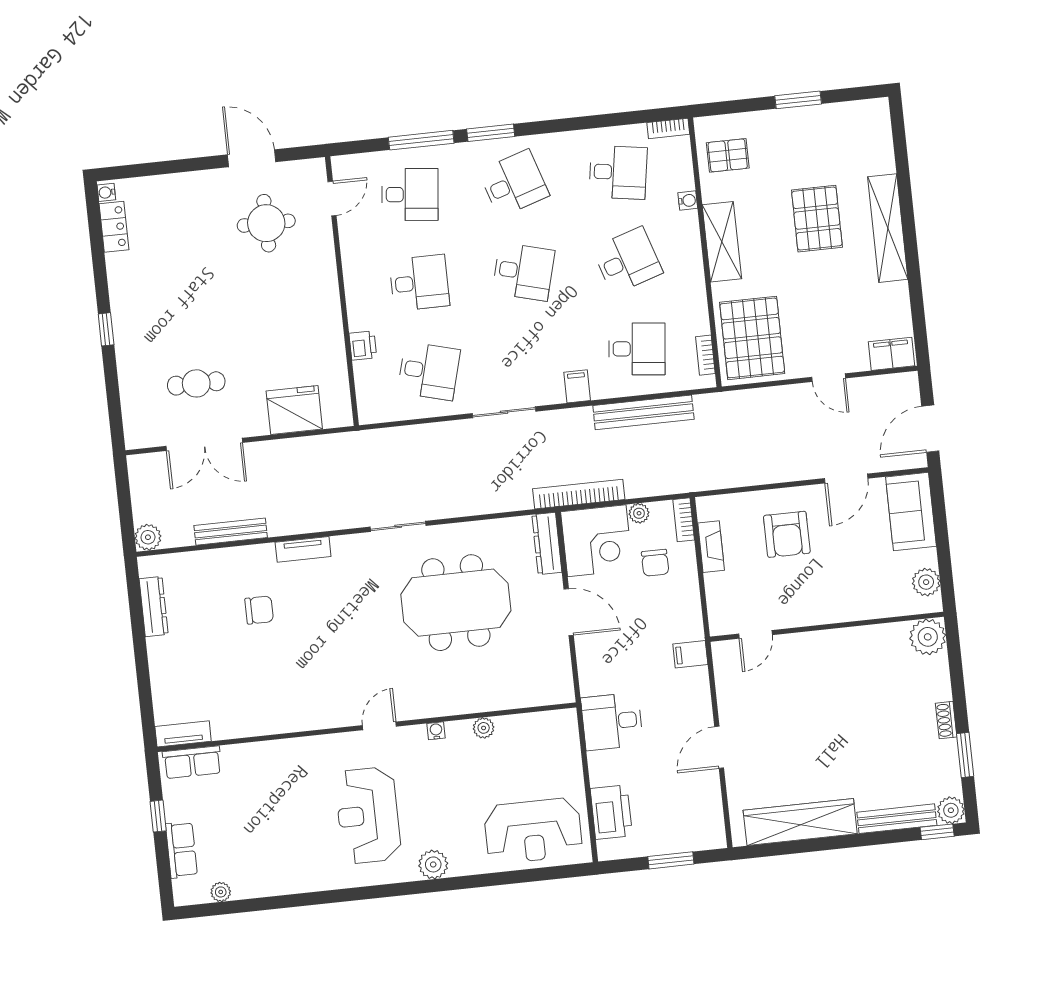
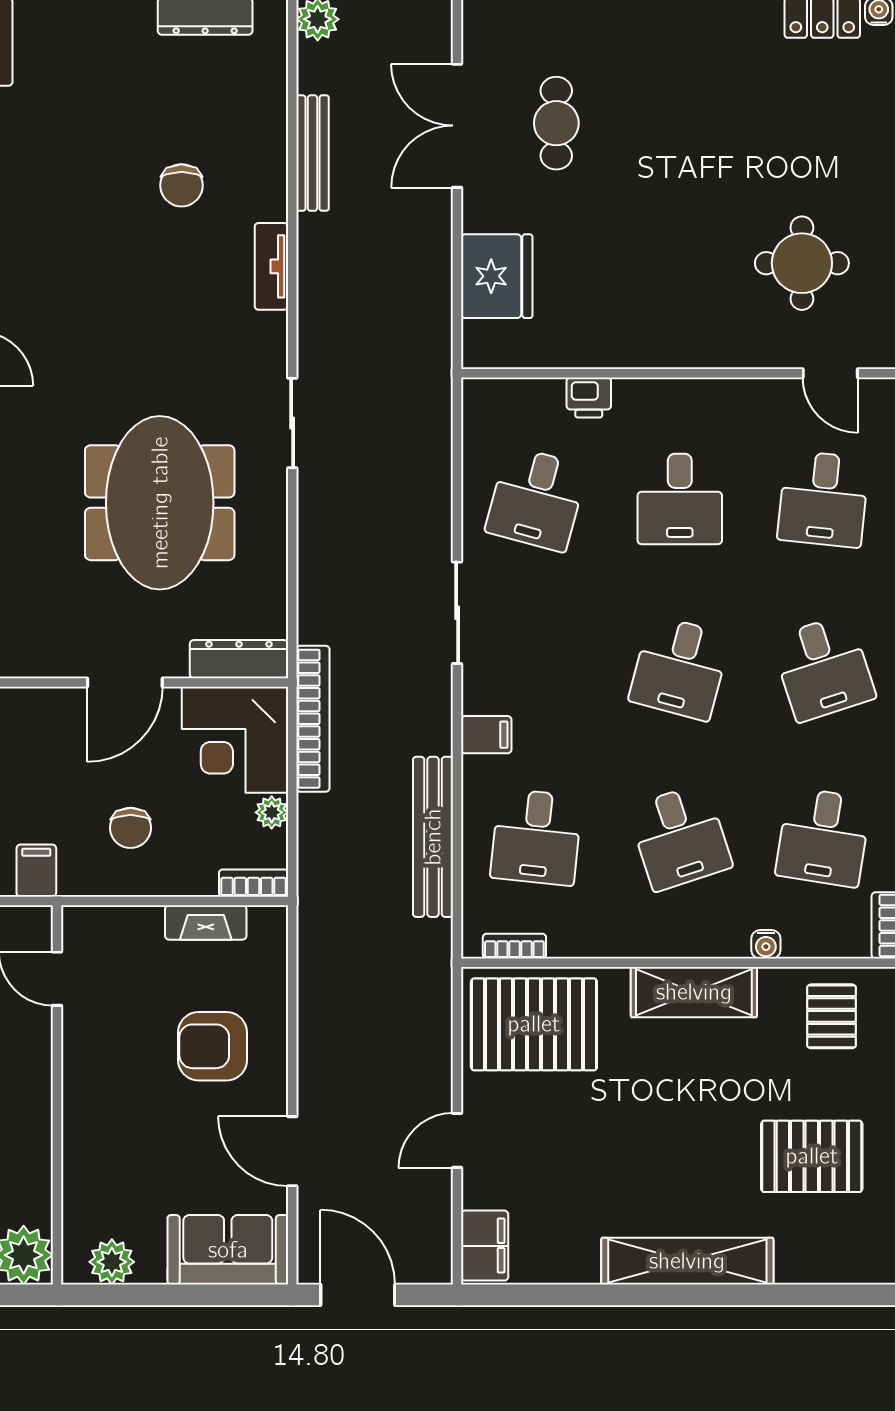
pallet: (817, 219) -> (812, 1156), moved
chair: (655, 563) -> (131, 828), moved, turned -90

